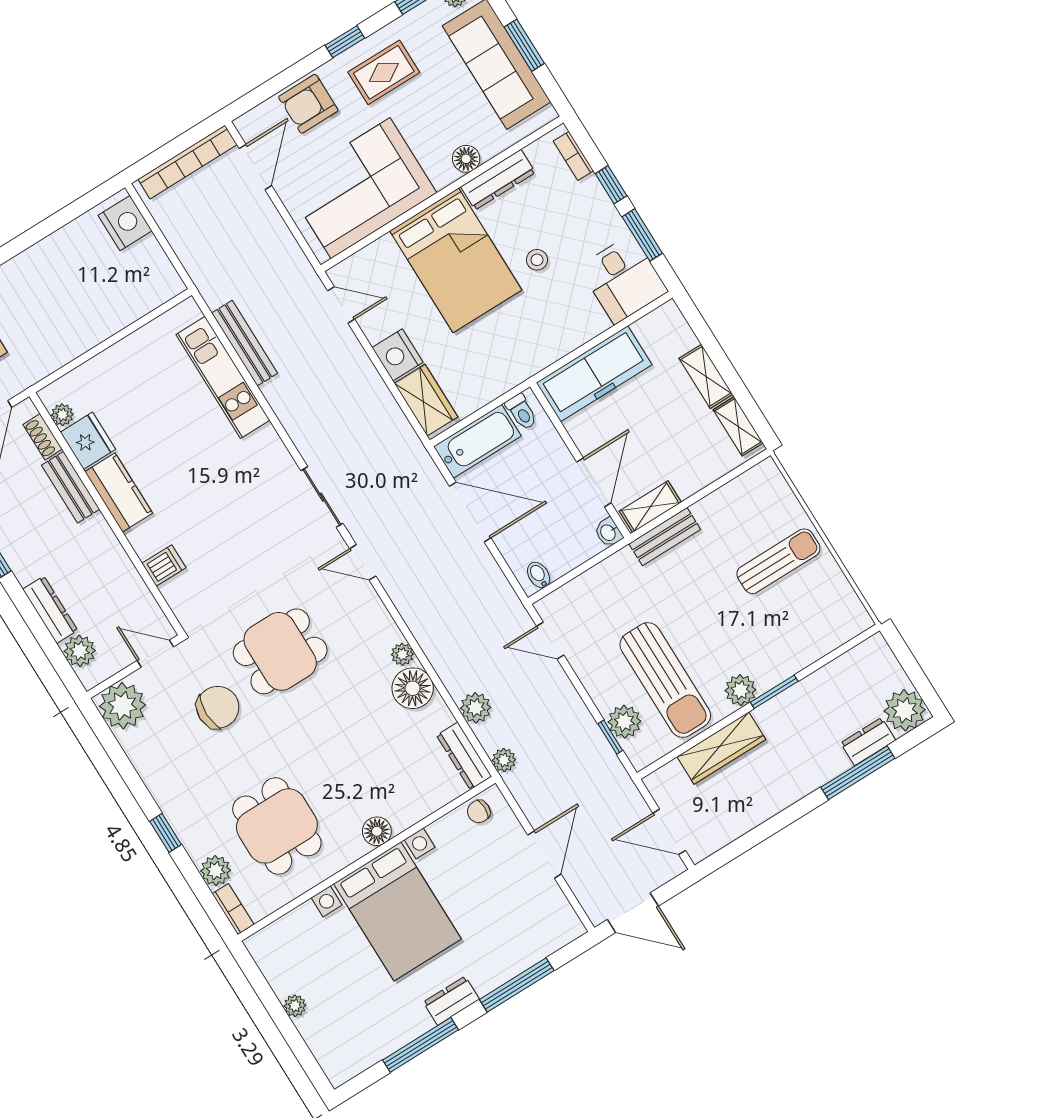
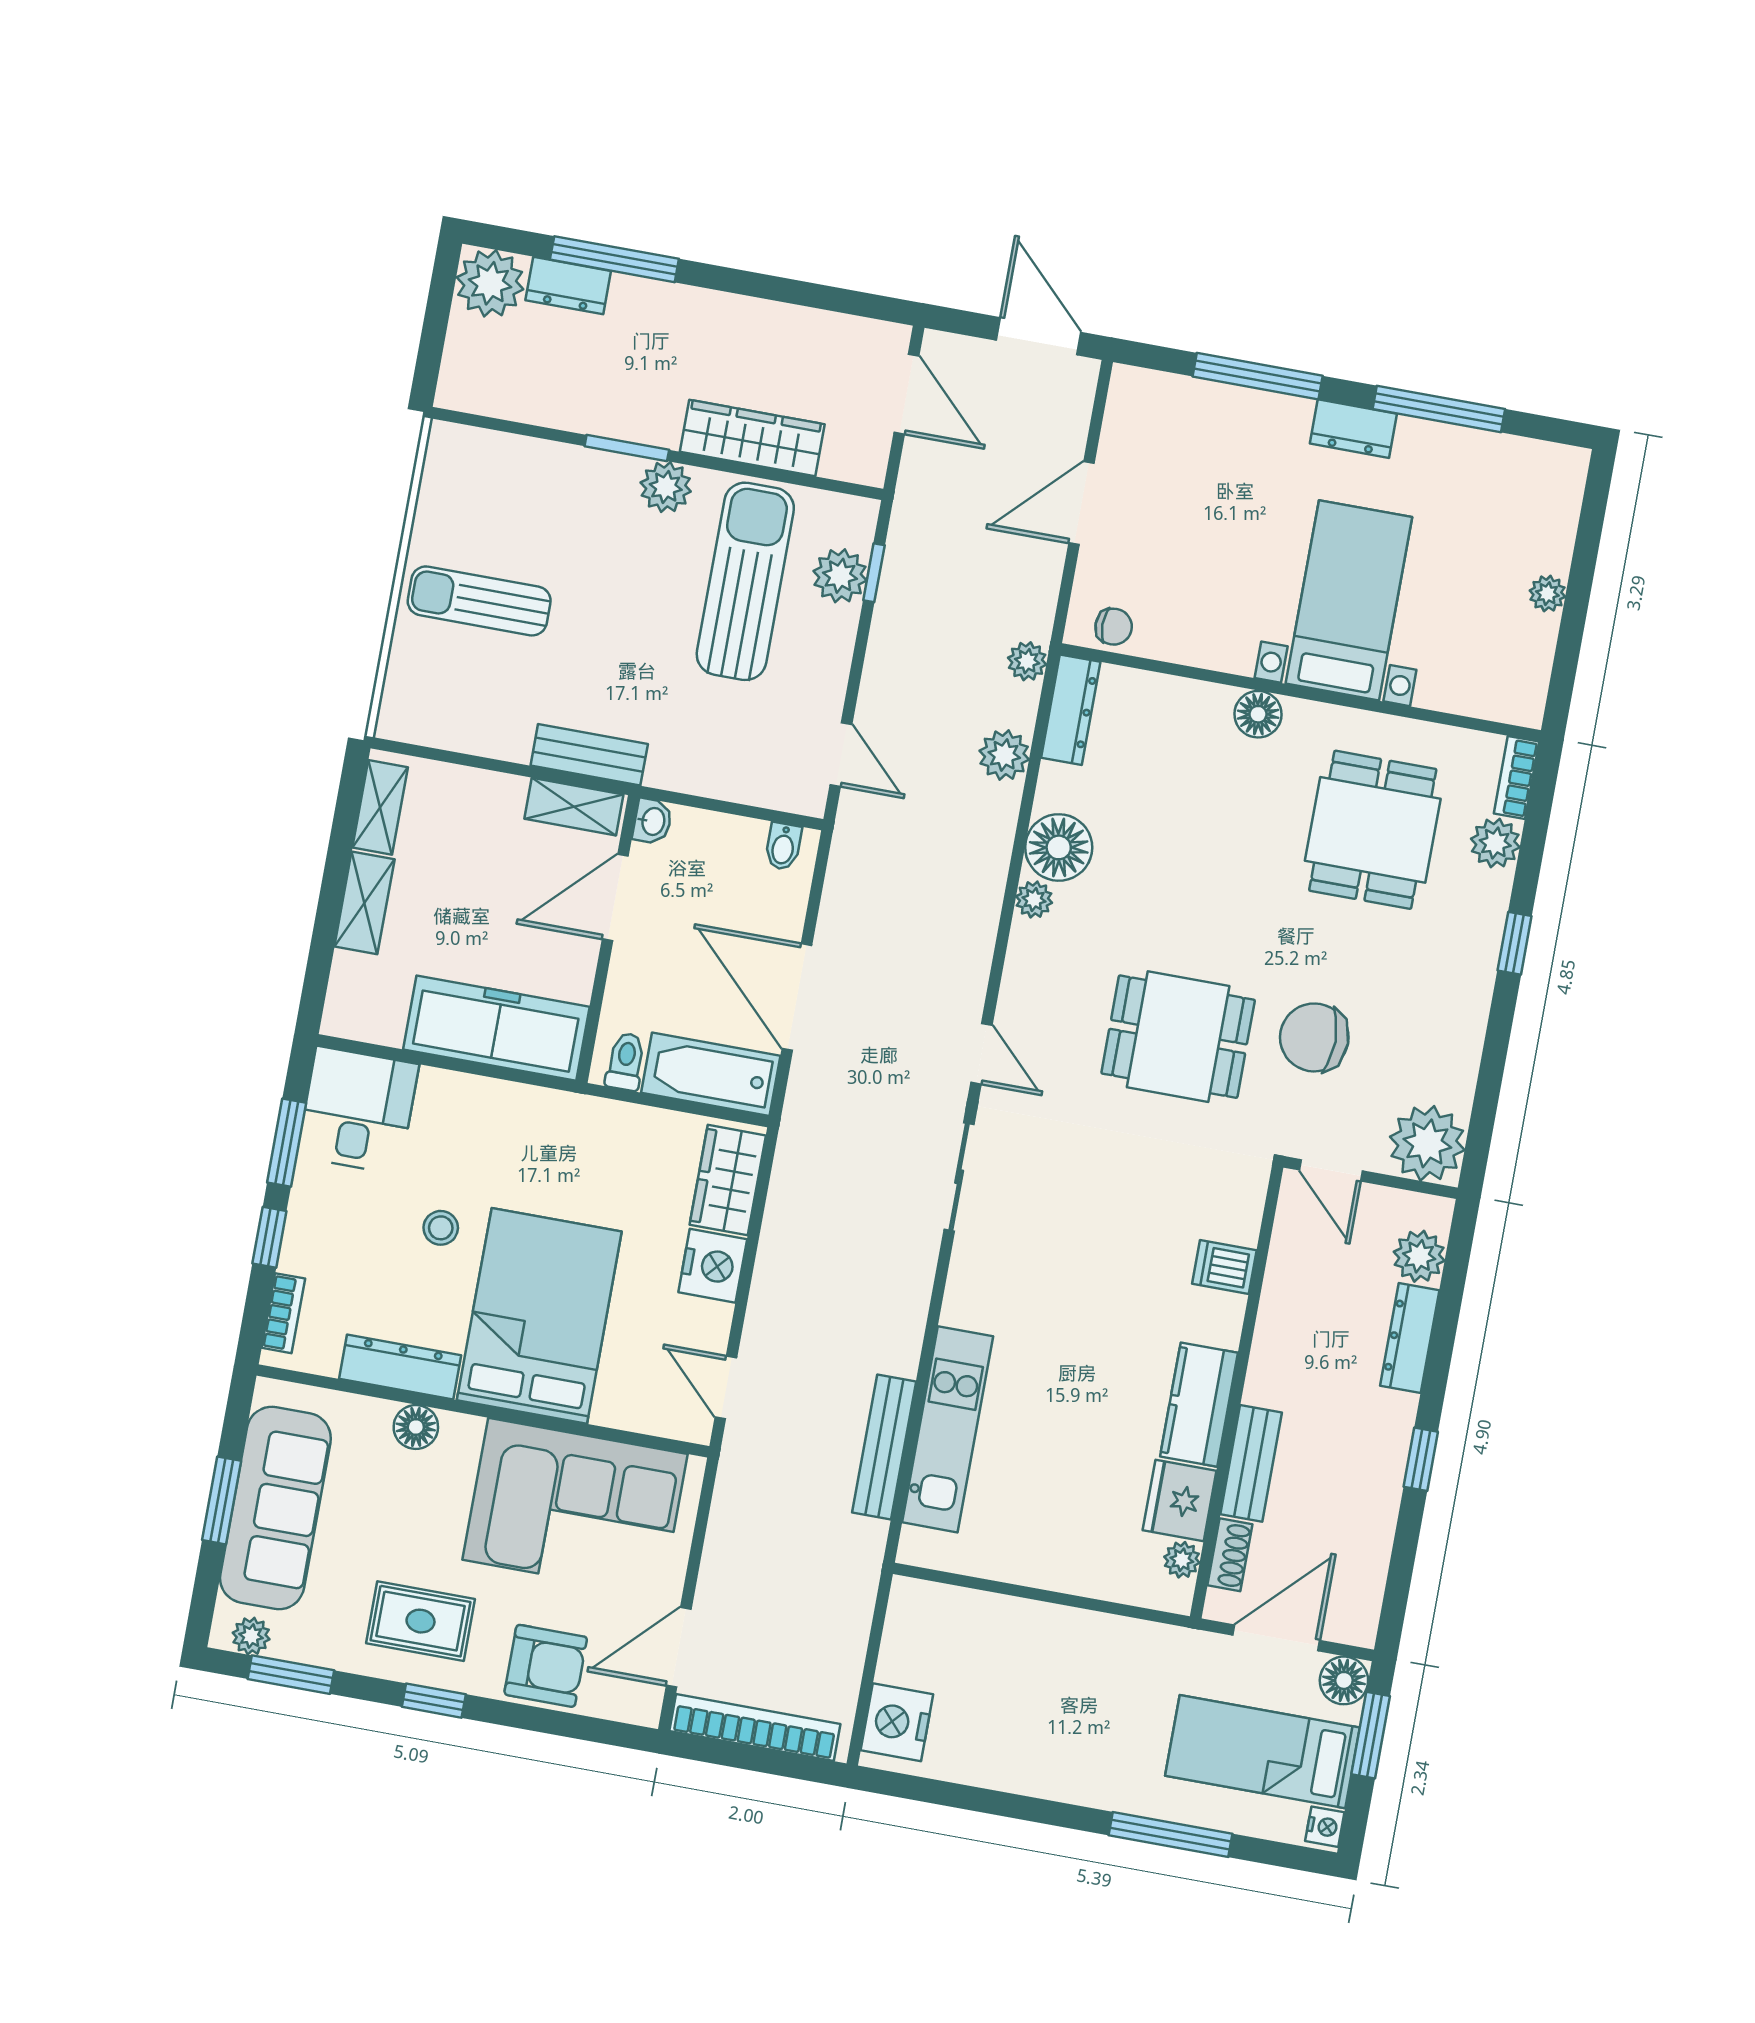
bed with nightstands: (397, 911) -> (1349, 600), width x0.73

